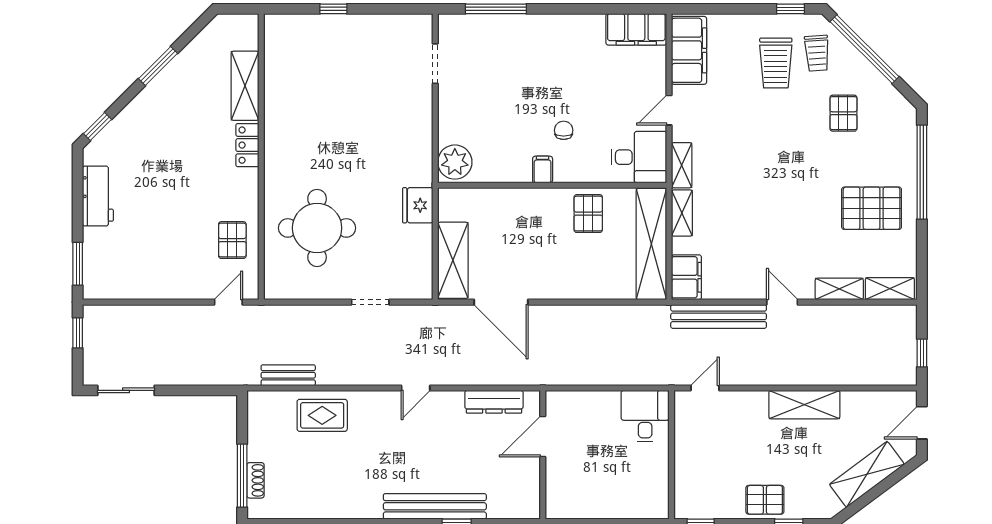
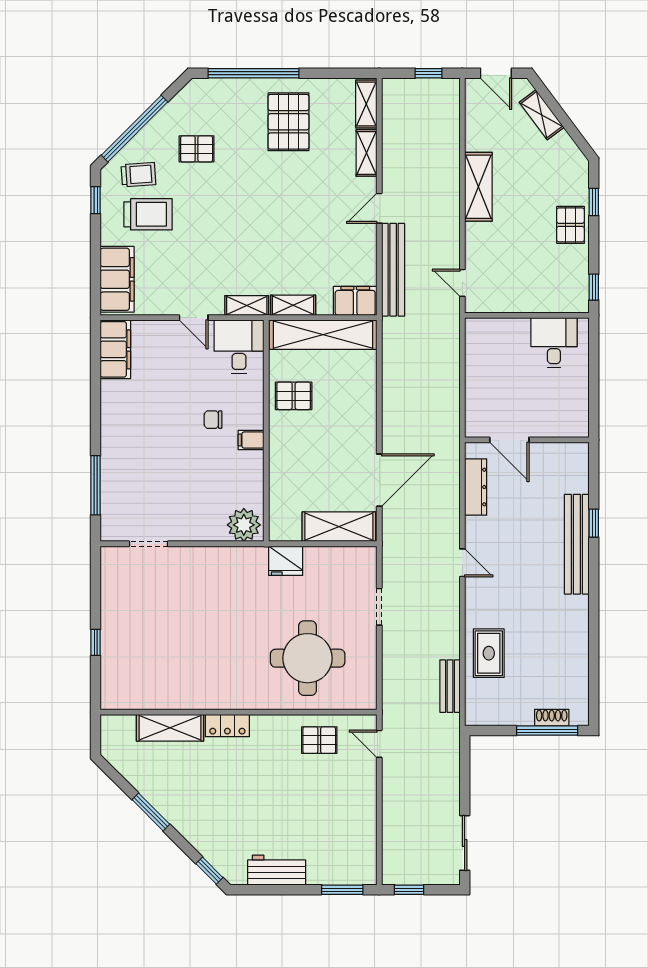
filing cabinet: (689, 50) -> (117, 279), moved, turned 90
desk: (645, 416) -> (554, 343), moved, turned 90
shelving: (867, 474) -> (542, 115), width x0.67, depth x0.75

